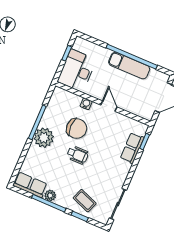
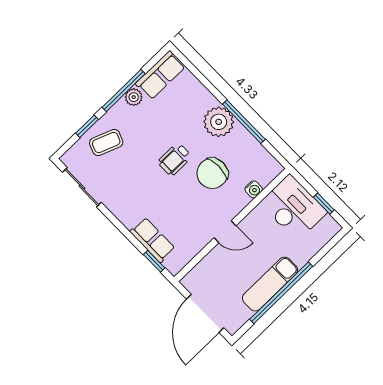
water cooler: (86, 104) -> (254, 189), moved

